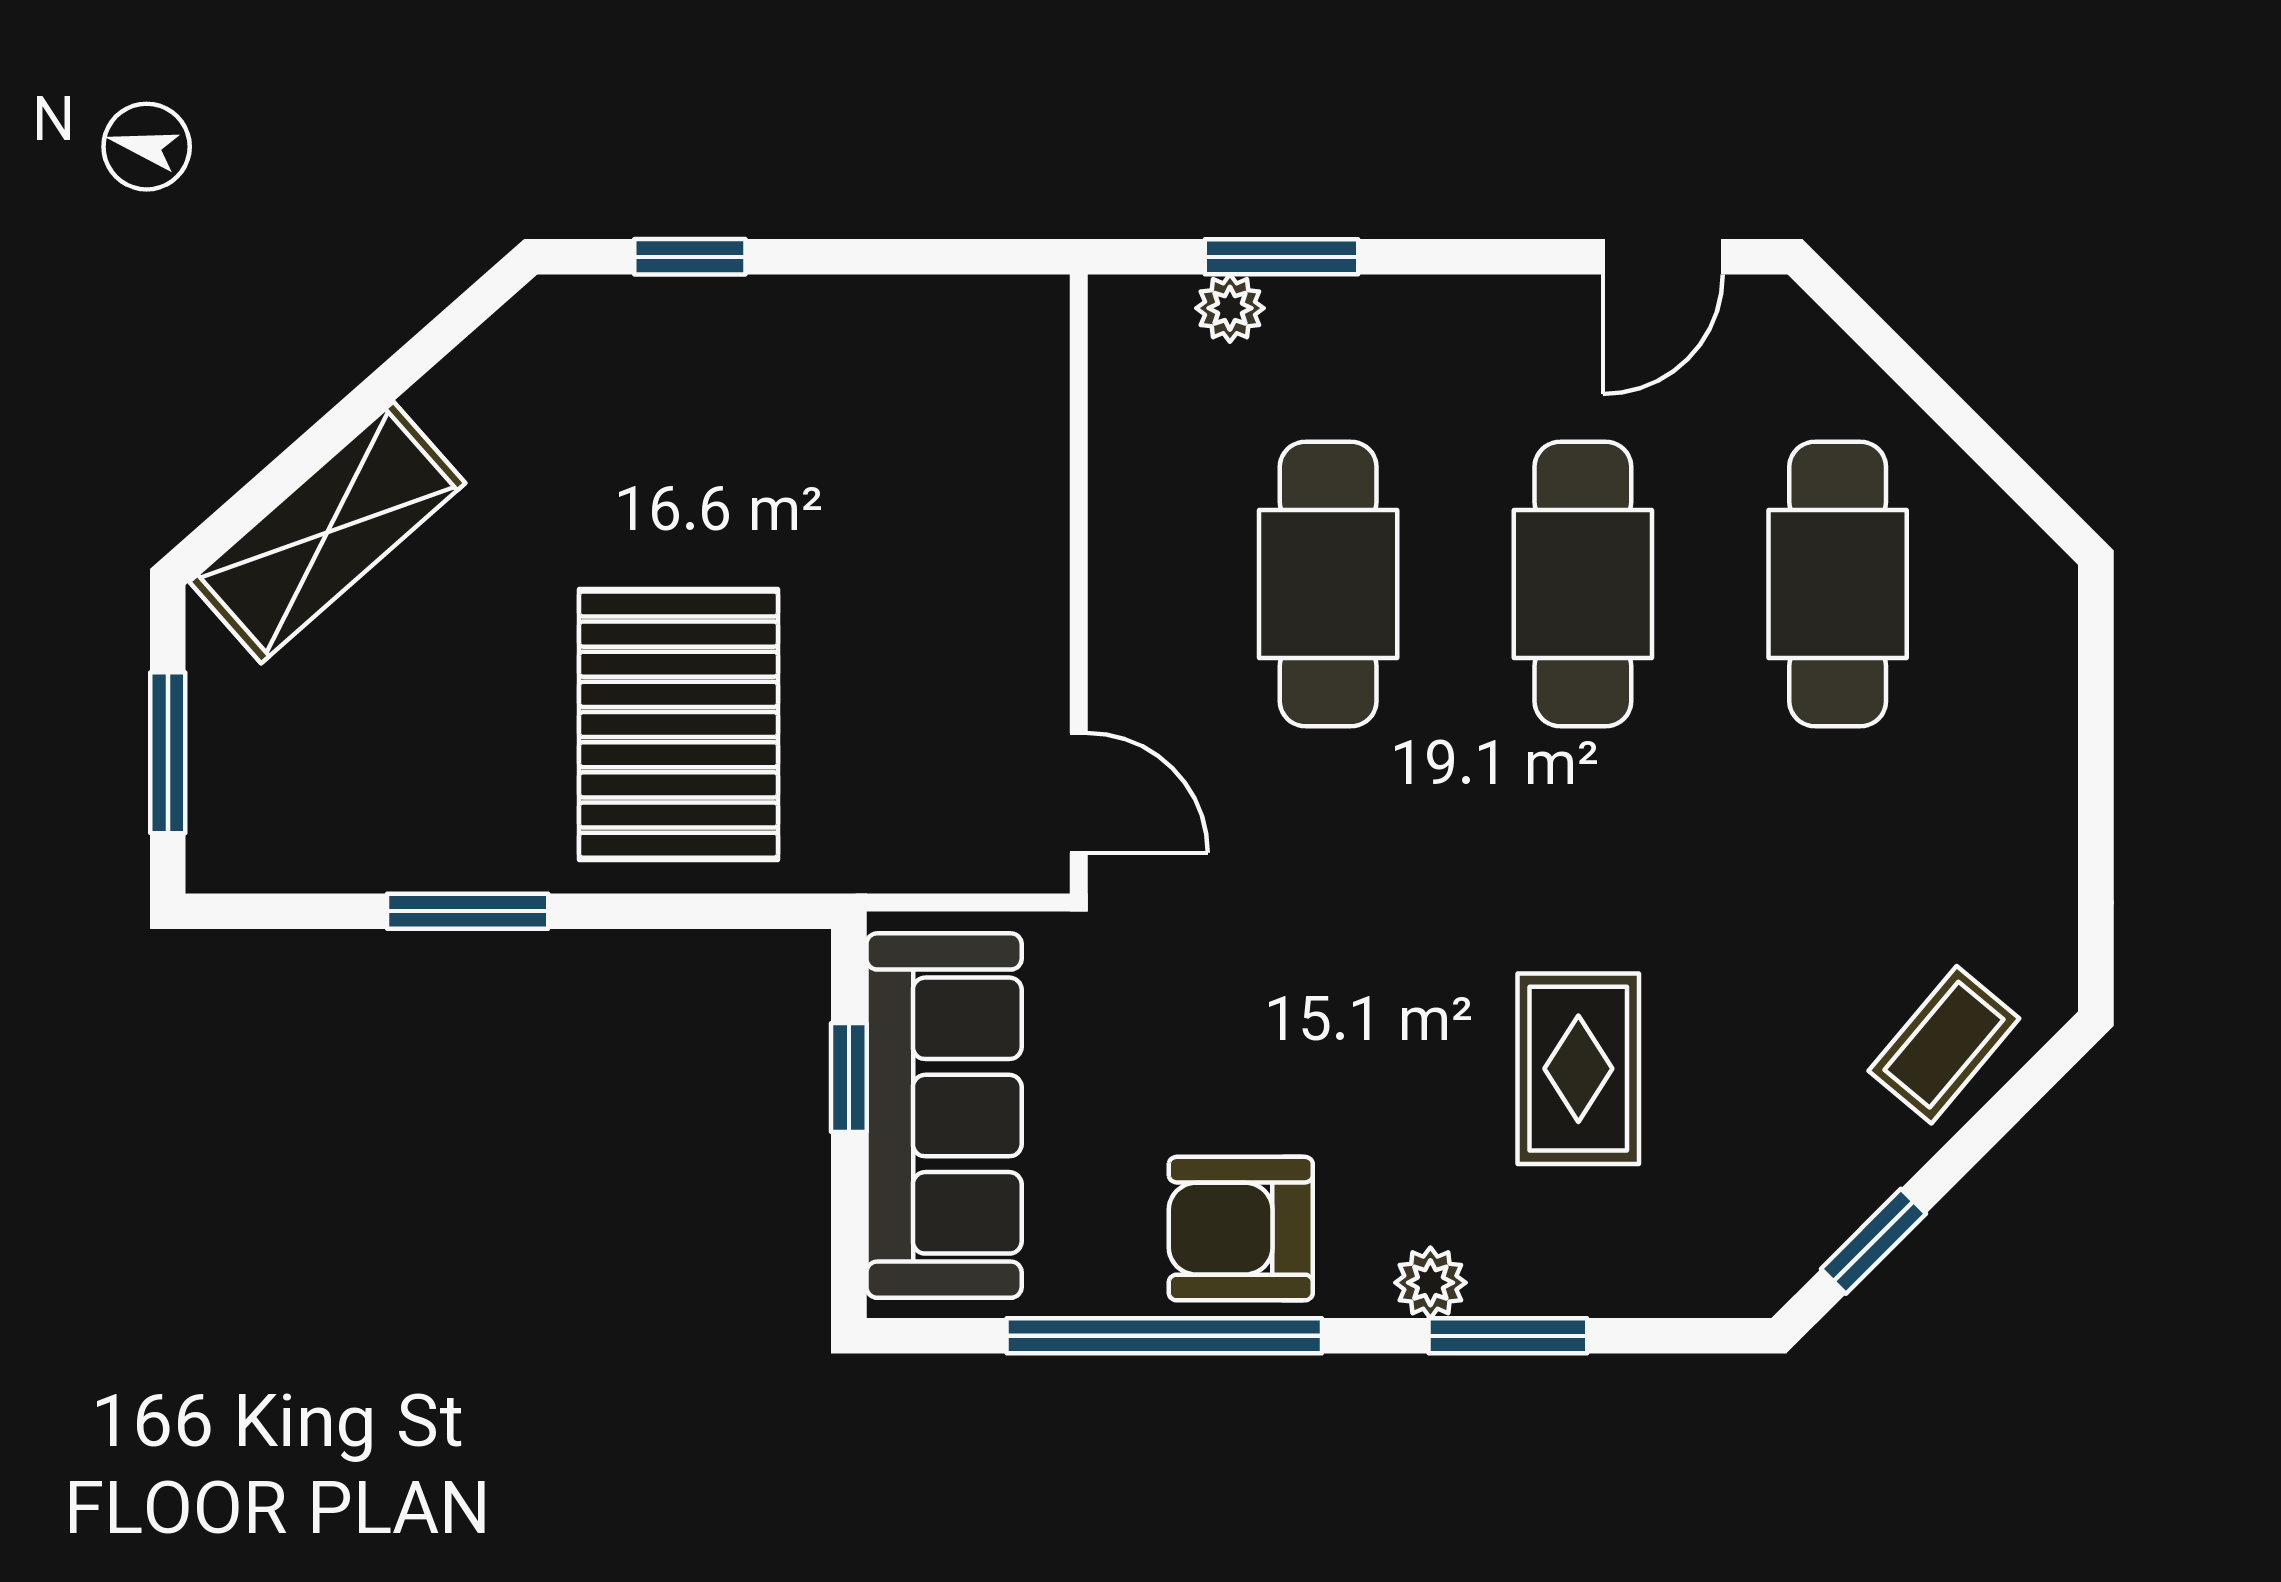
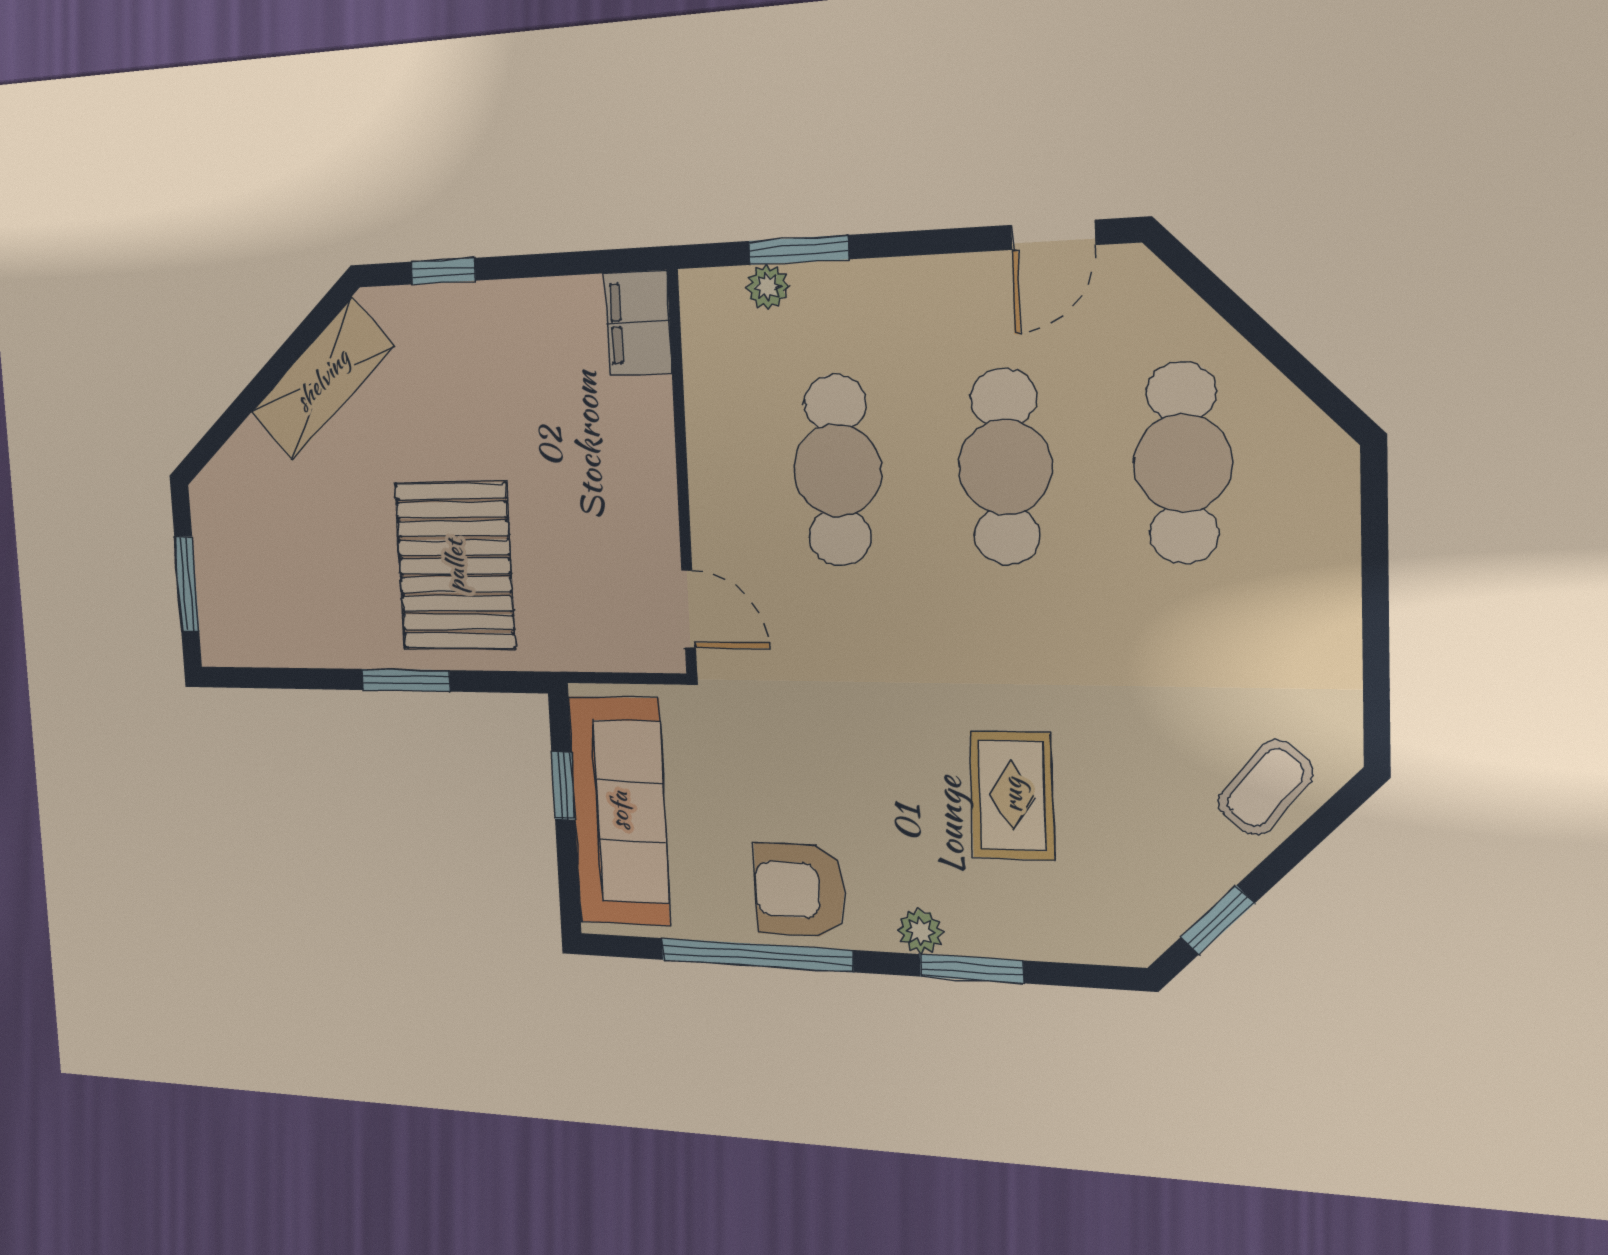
filing cabinet: (1018, 352) -> (638, 323), added
shelving: (327, 532) -> (322, 379), moved
window: (468, 911) -> (406, 680), moved

